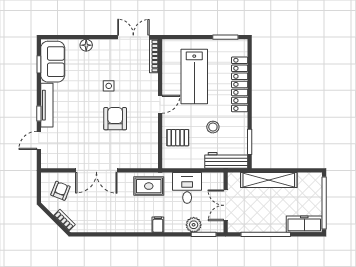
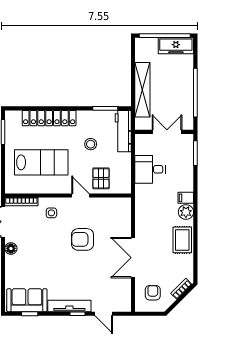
floor lamp: (86, 45) -> (11, 249), moved
side table: (109, 86) -> (51, 213), moved
door: (160, 104) -> (80, 195), moved
double door: (96, 170) -> (133, 258), swing flipped
rug: (149, 186) -> (182, 240), moved
armchair: (60, 191) -> (153, 293), turned 69
double door: (226, 205) -> (167, 132), swing flipped
freezer: (304, 224) -> (176, 46), moved, turned -90
plant: (194, 225) -> (186, 212), moved

